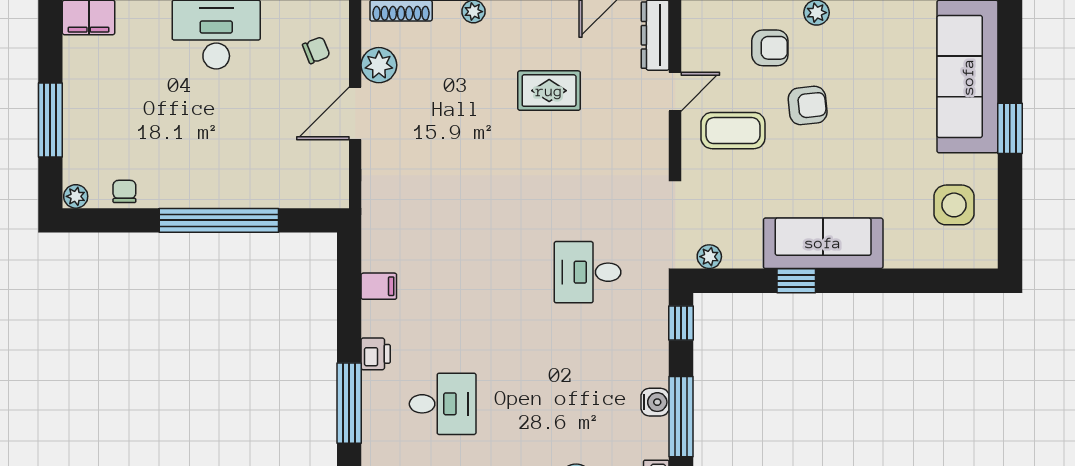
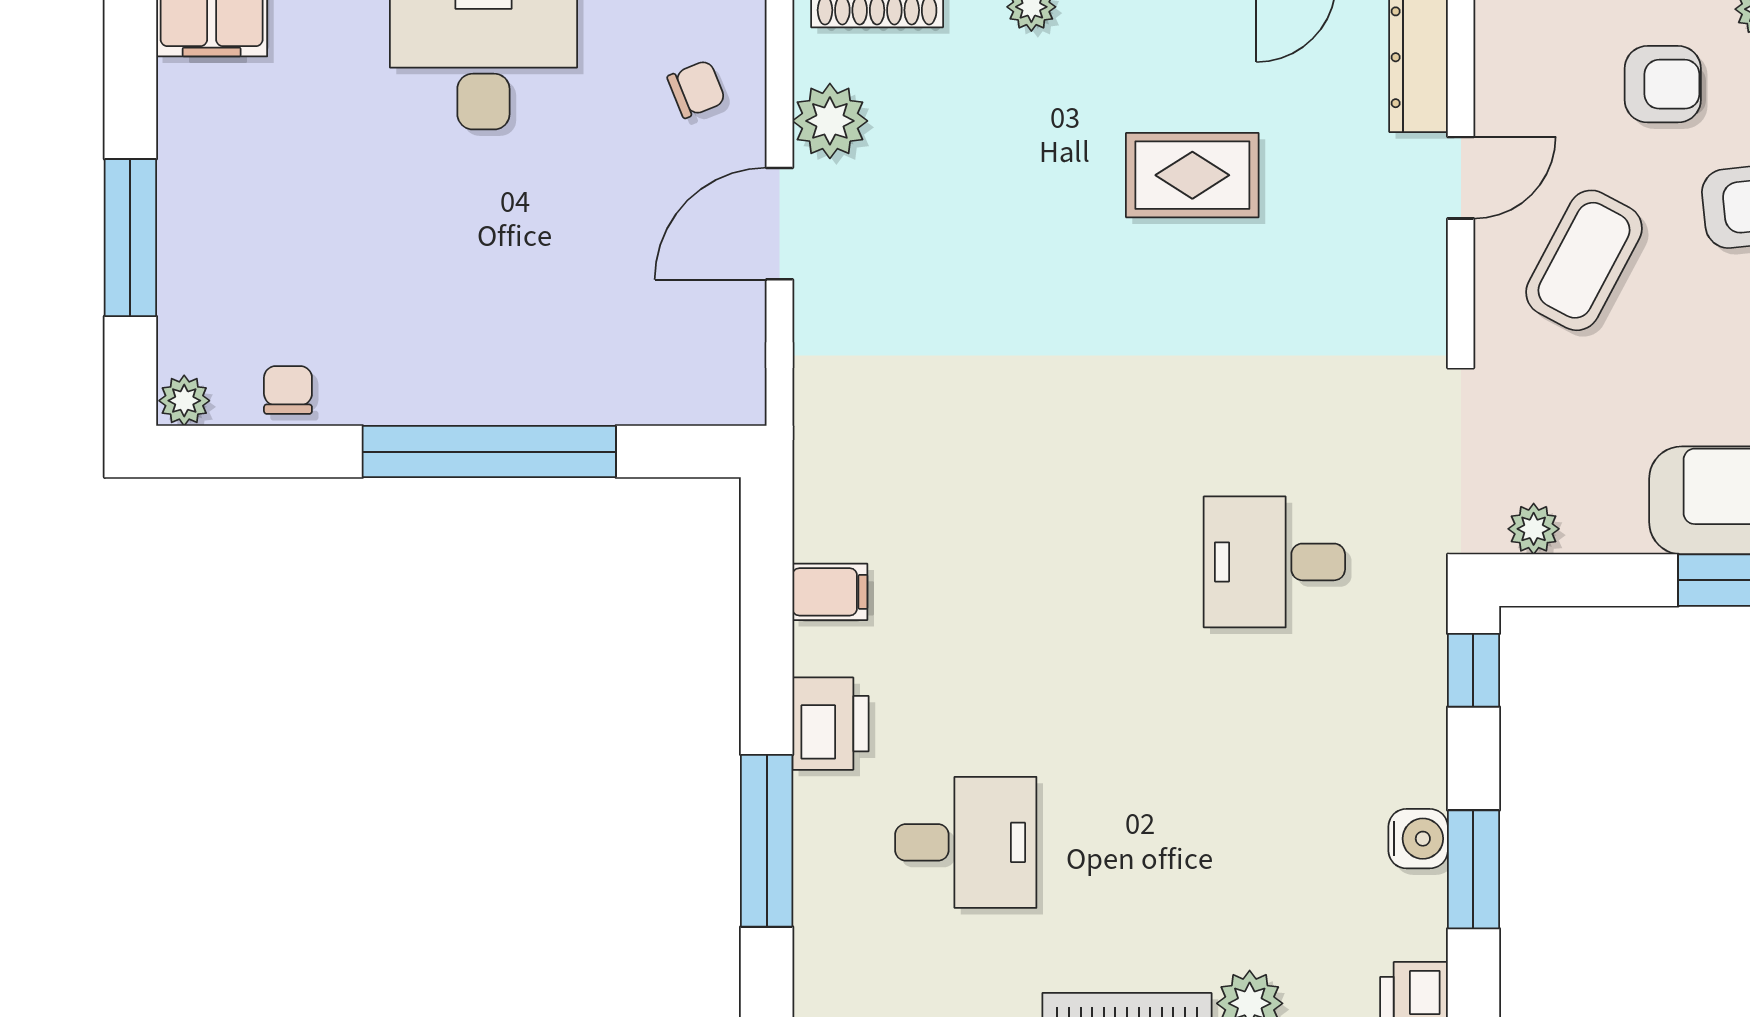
coffee table: (733, 131) -> (1584, 260), turned -62
printer: (376, 354) -> (830, 724), width x1.36, depth x1.24
window: (681, 417) -> (1473, 869), width x0.69

